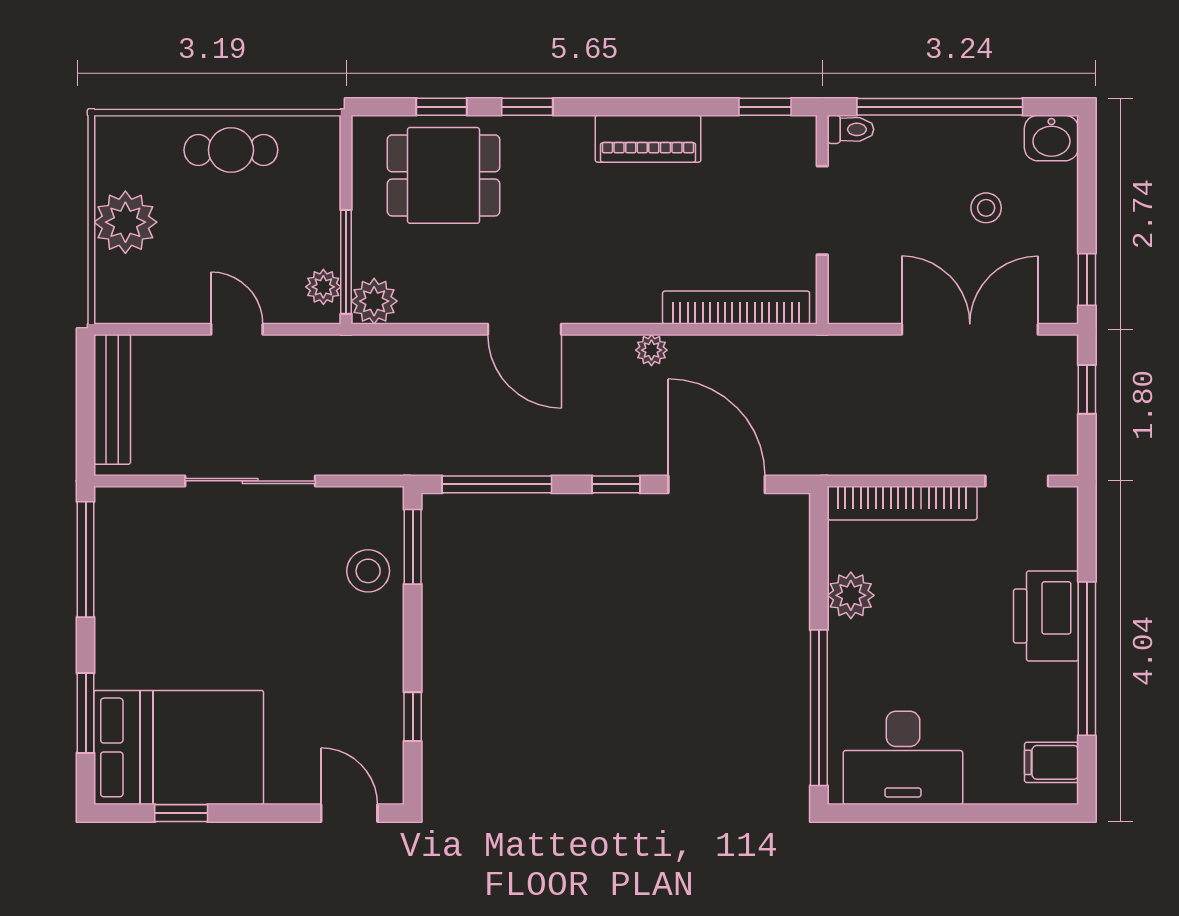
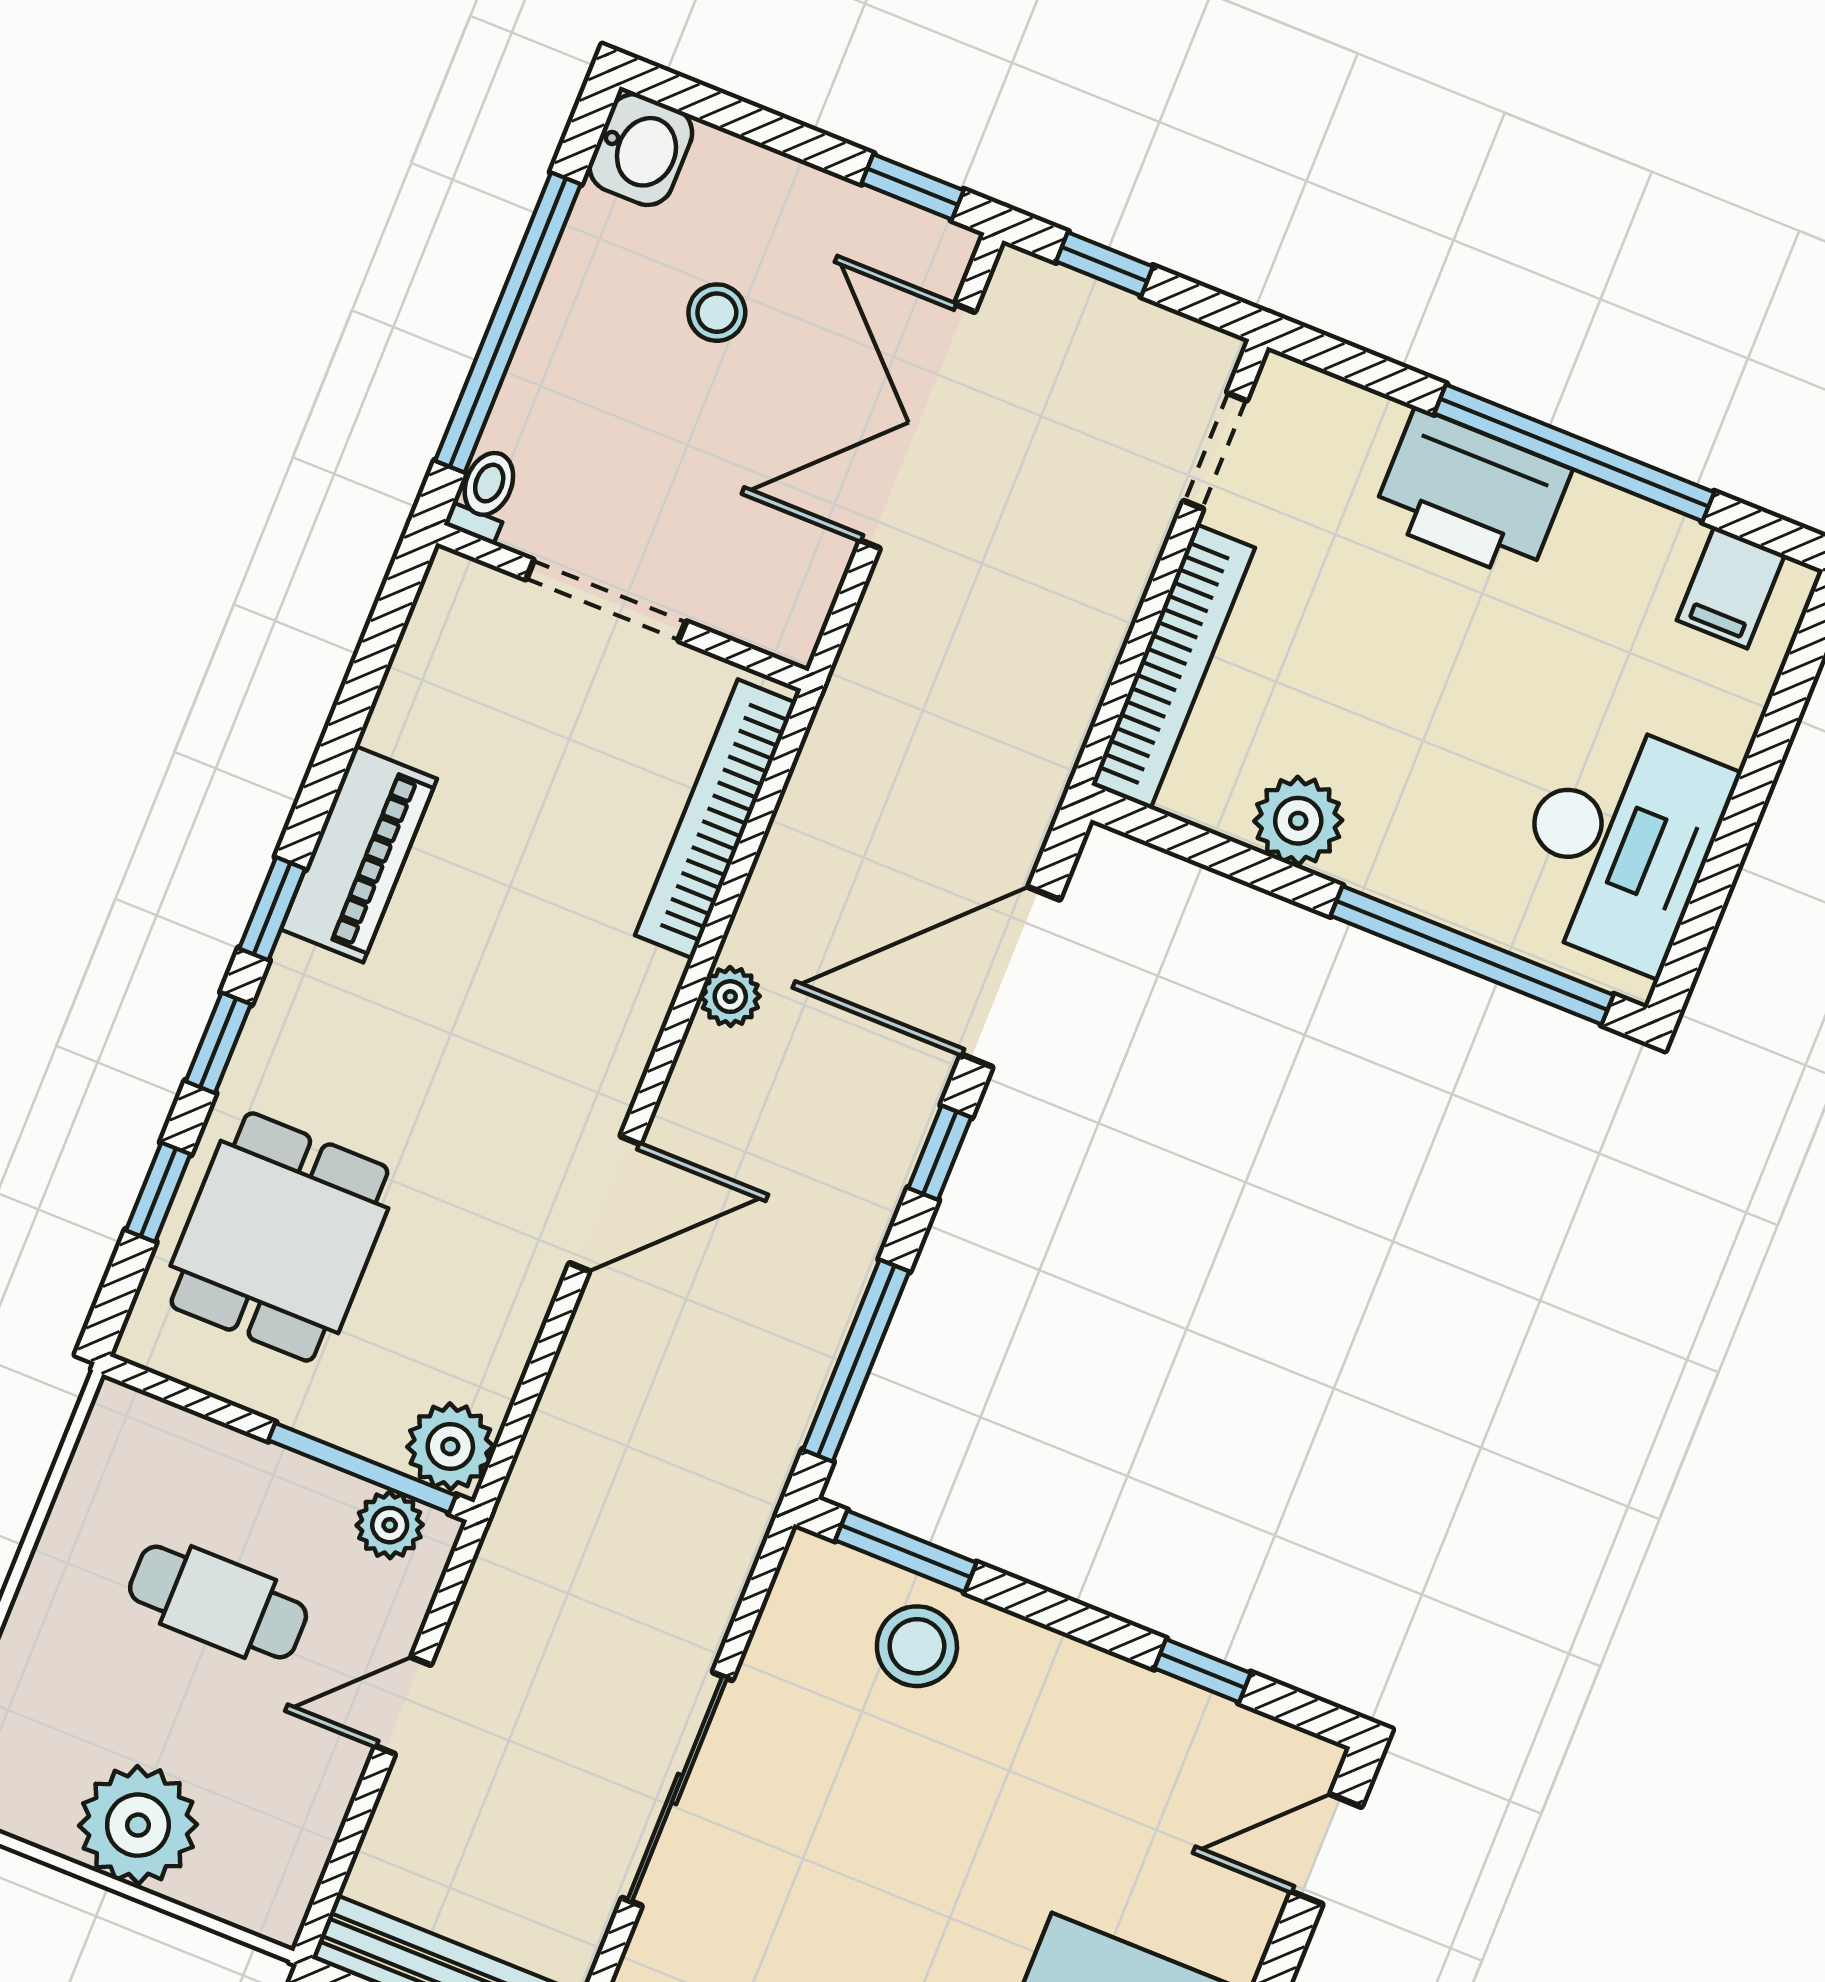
window: (765, 107) -> (272, 909), moved
cafe table: (231, 150) -> (218, 1602), moved, turned 90

